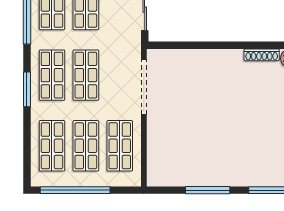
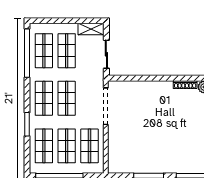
window: (27, 89) -> (27, 124), moved

